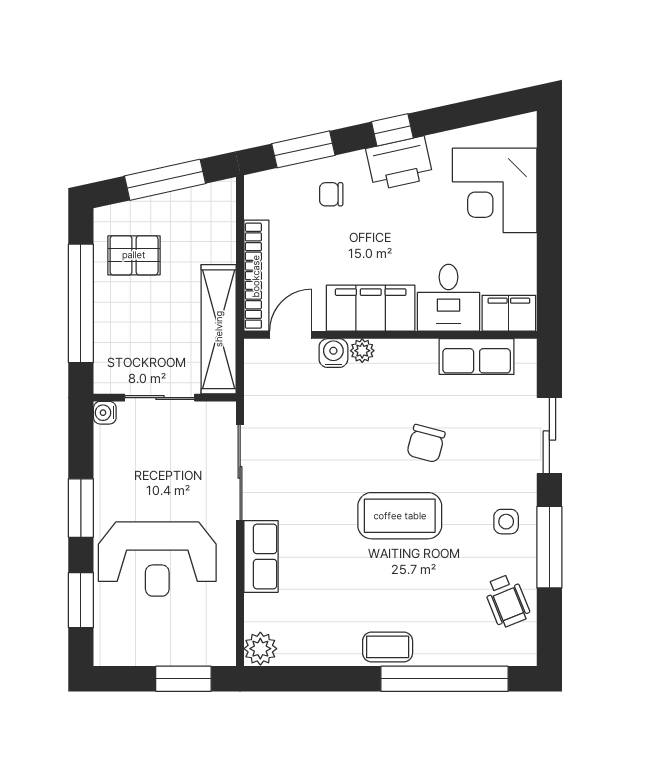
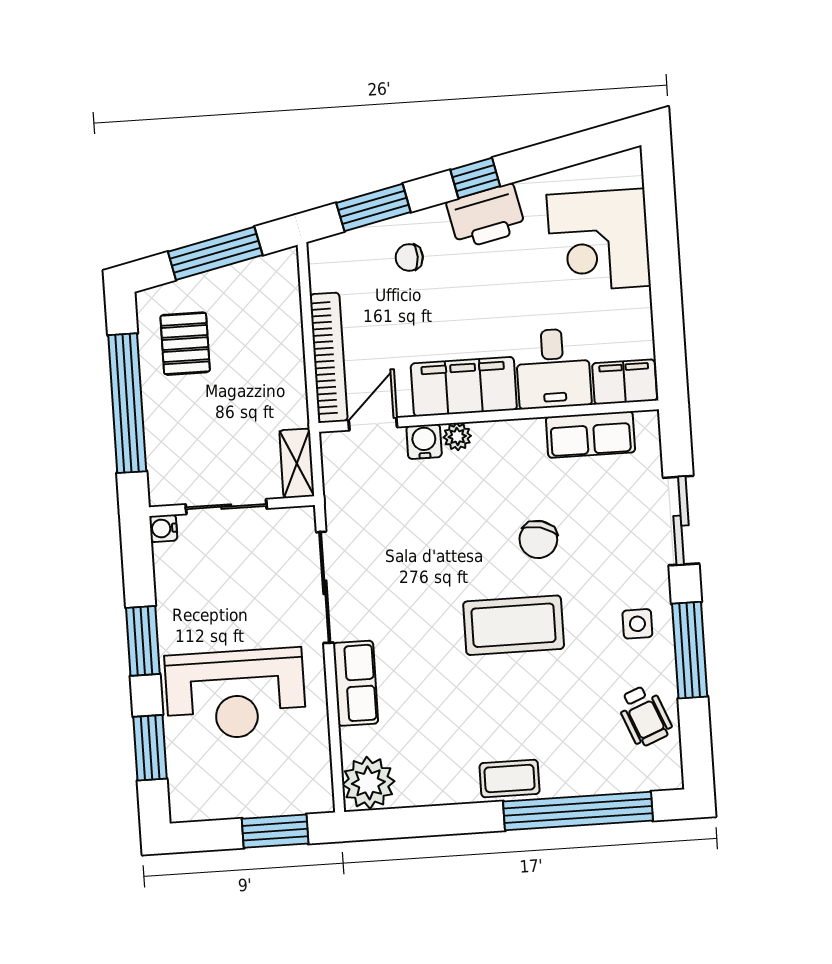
pallet: (134, 255) -> (185, 344), turned 90
shelving: (219, 329) -> (297, 463), width x0.45, depth x0.75
plant: (260, 649) -> (368, 783), width x1.36, depth x1.36

